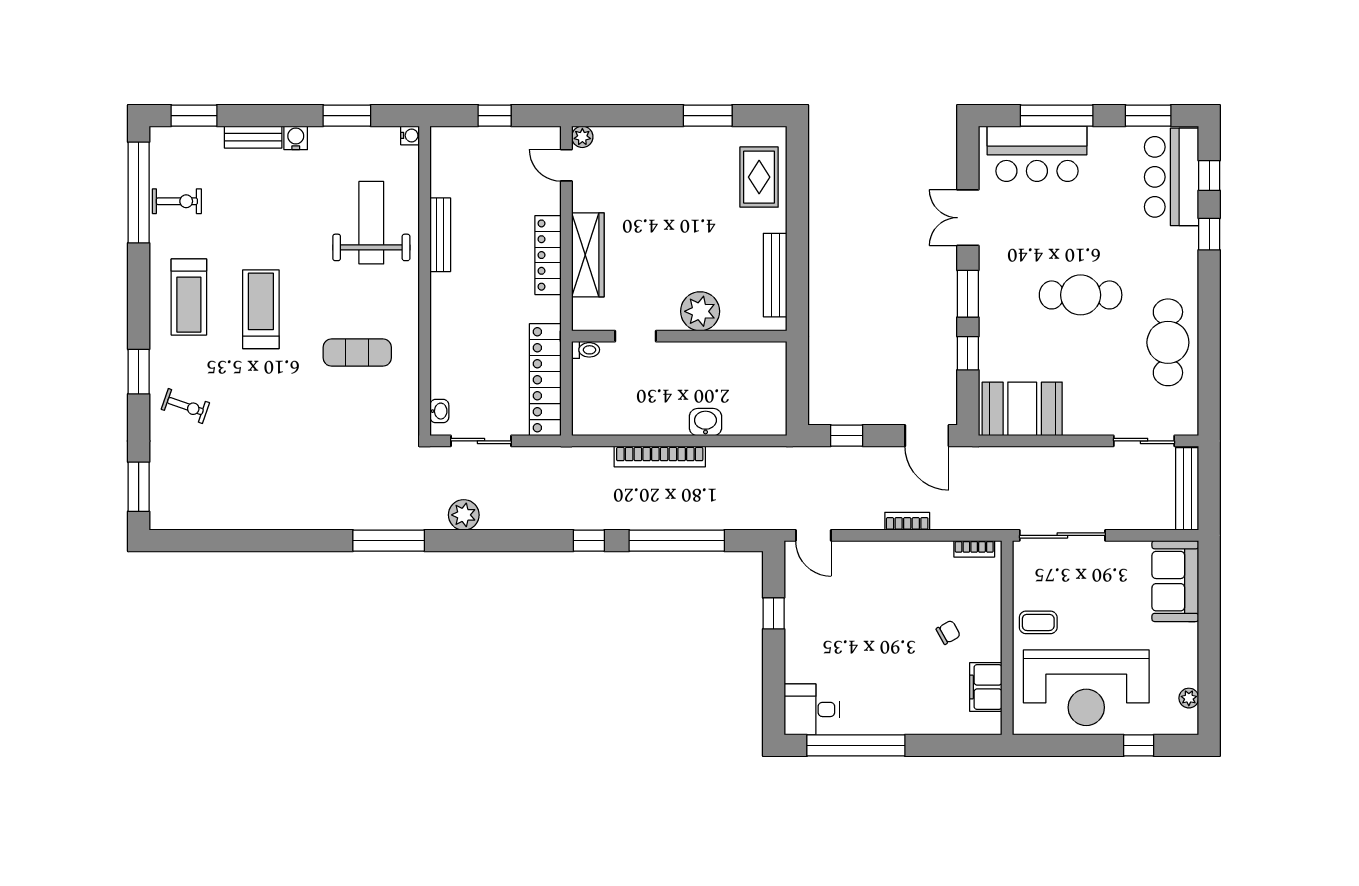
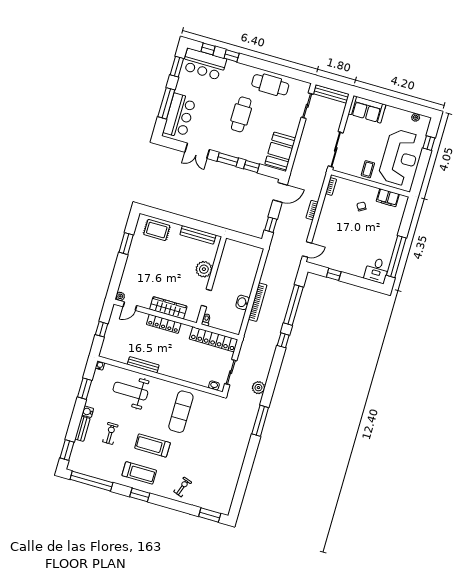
exercise bike: (177, 201) -> (110, 433), moved
exercise mat: (357, 353) -> (181, 412), width x1.36, depth x1.45
window: (139, 372) -> (140, 495), moved
washbasin: (705, 422) -> (243, 302), moved

